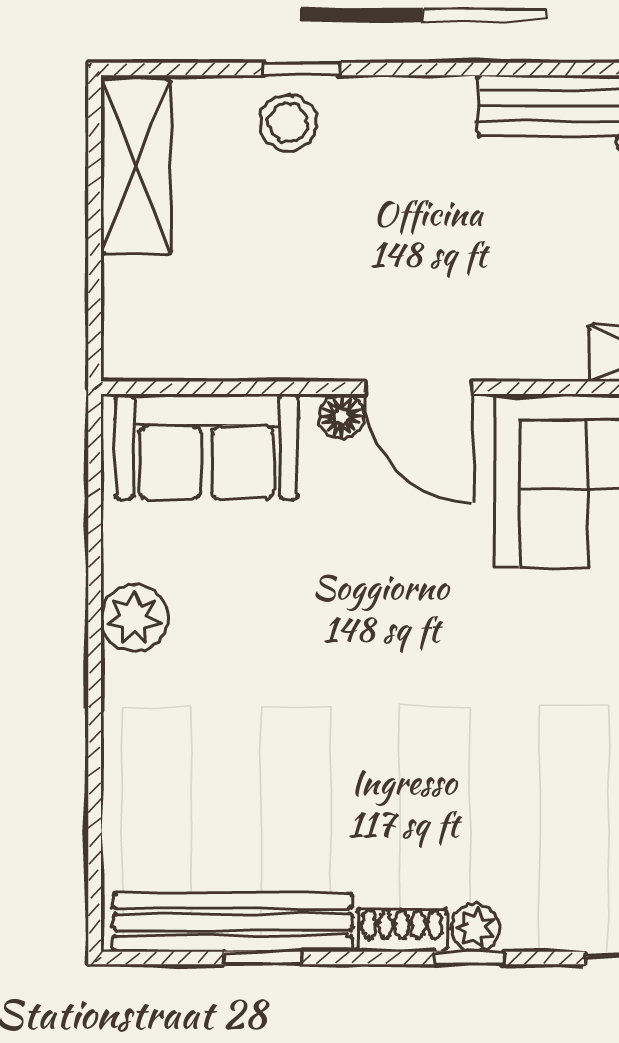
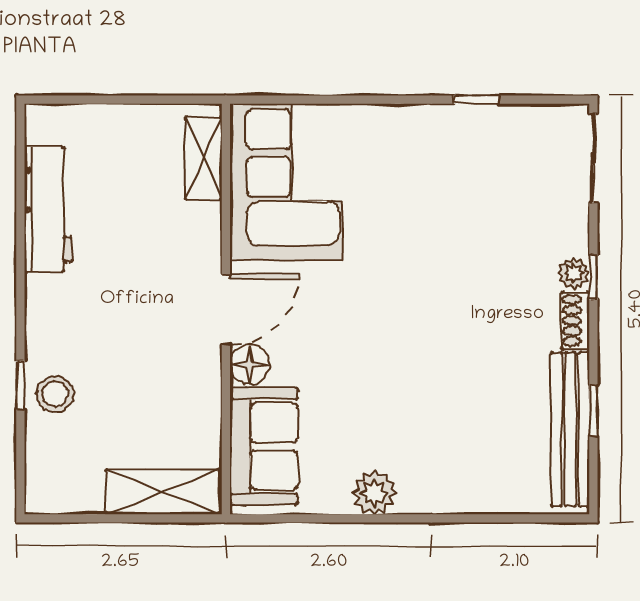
shelving: (136, 166) -> (163, 492), moved
floor lamp: (342, 416) -> (250, 365), width x1.37, depth x1.37

